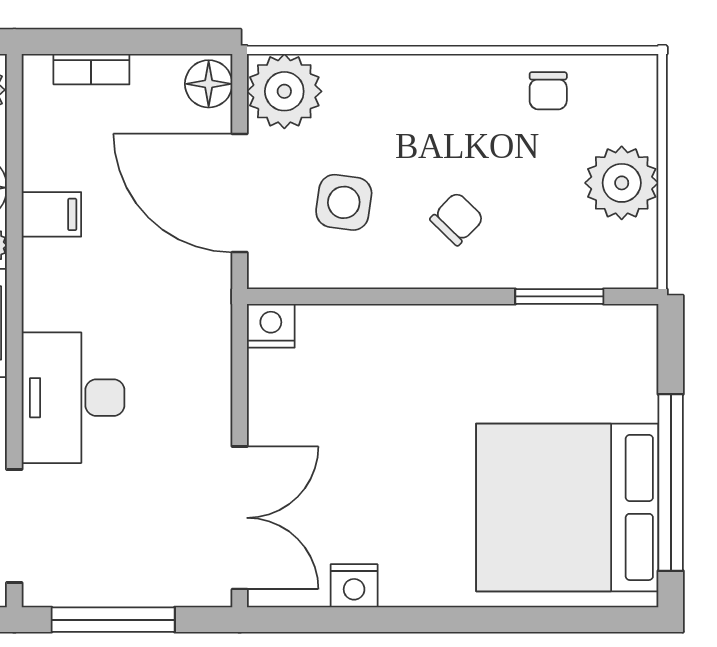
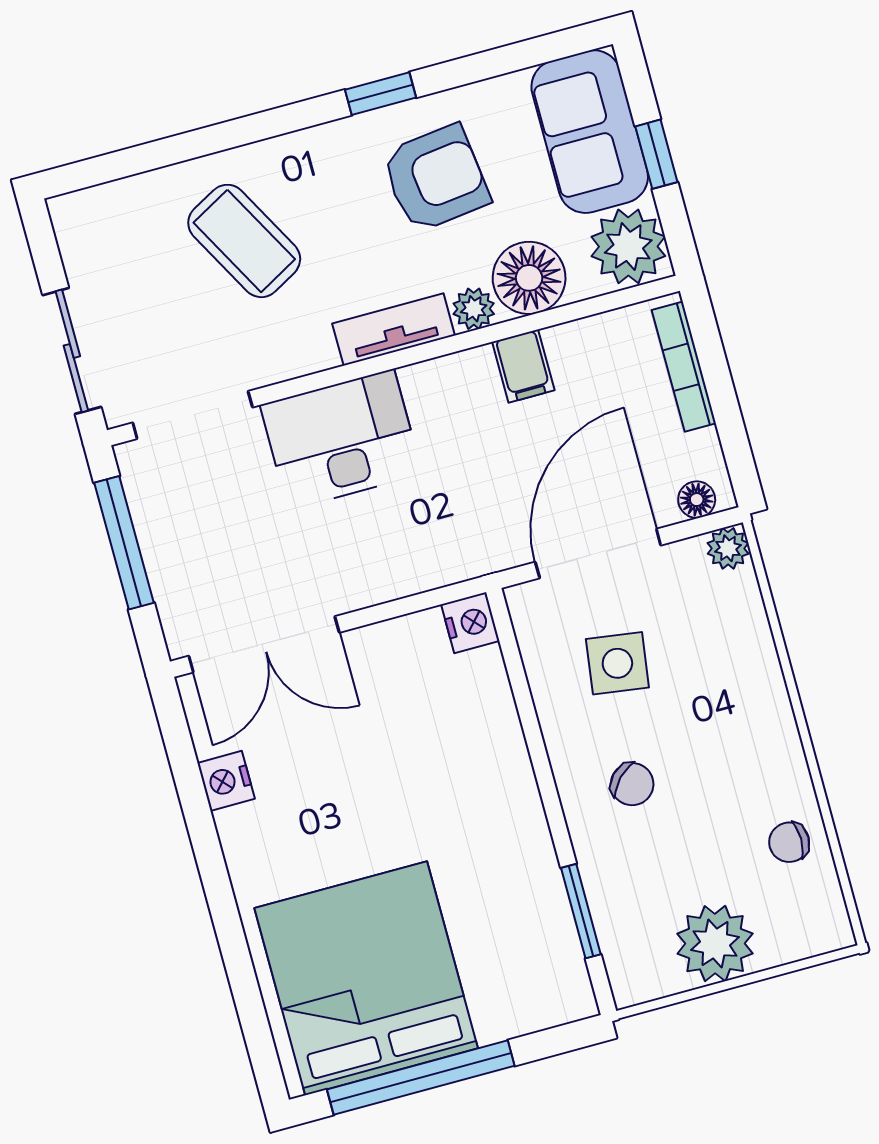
bookcase: (91, 69) -> (684, 367), width x1.56
floor lamp: (209, 84) -> (697, 500), width x0.73, depth x0.73
plant: (284, 91) -> (728, 548), width x0.53, depth x0.53

